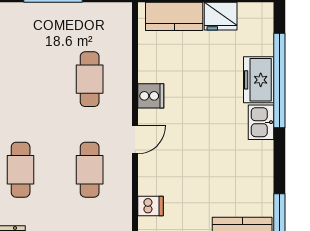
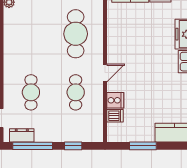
cafe table: (90, 79) -> (76, 34), width x1.37, depth x1.35
cooker: (151, 96) -> (115, 100), moved

